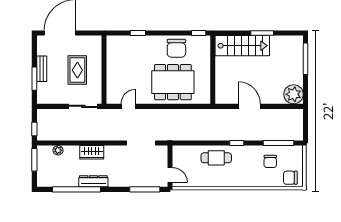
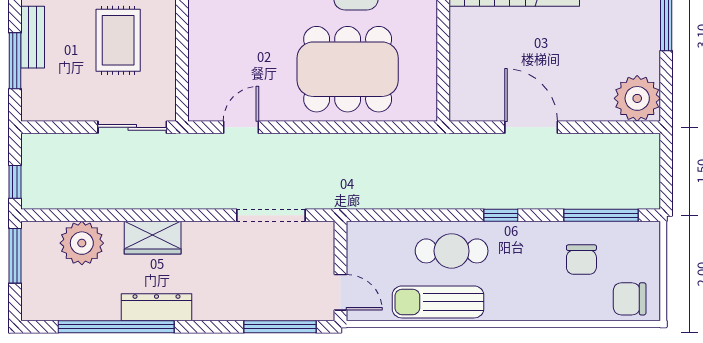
plant: (58, 150) -> (82, 243), width x1.87, depth x1.87
sun lounger: (211, 179) -> (438, 302), added

